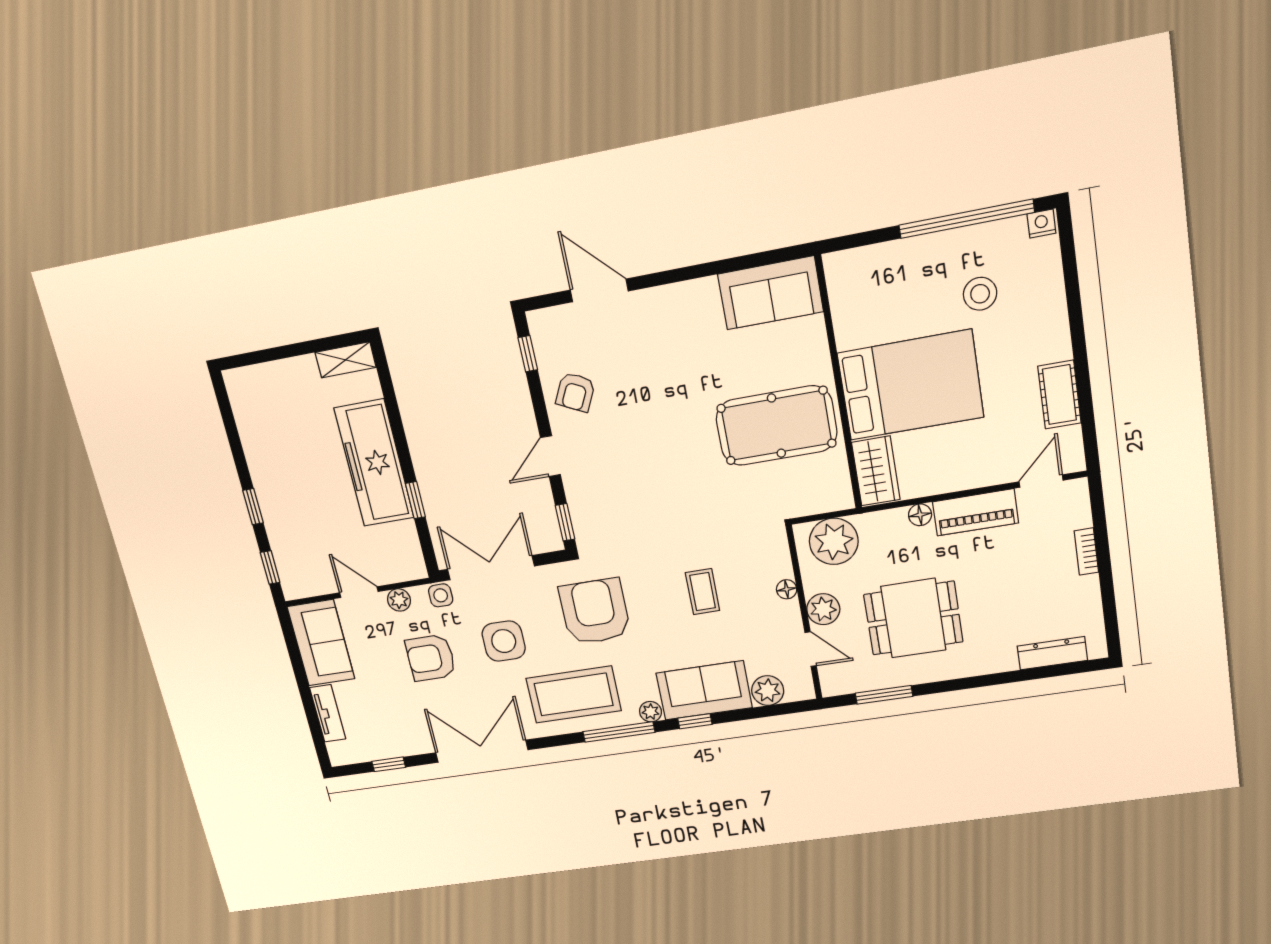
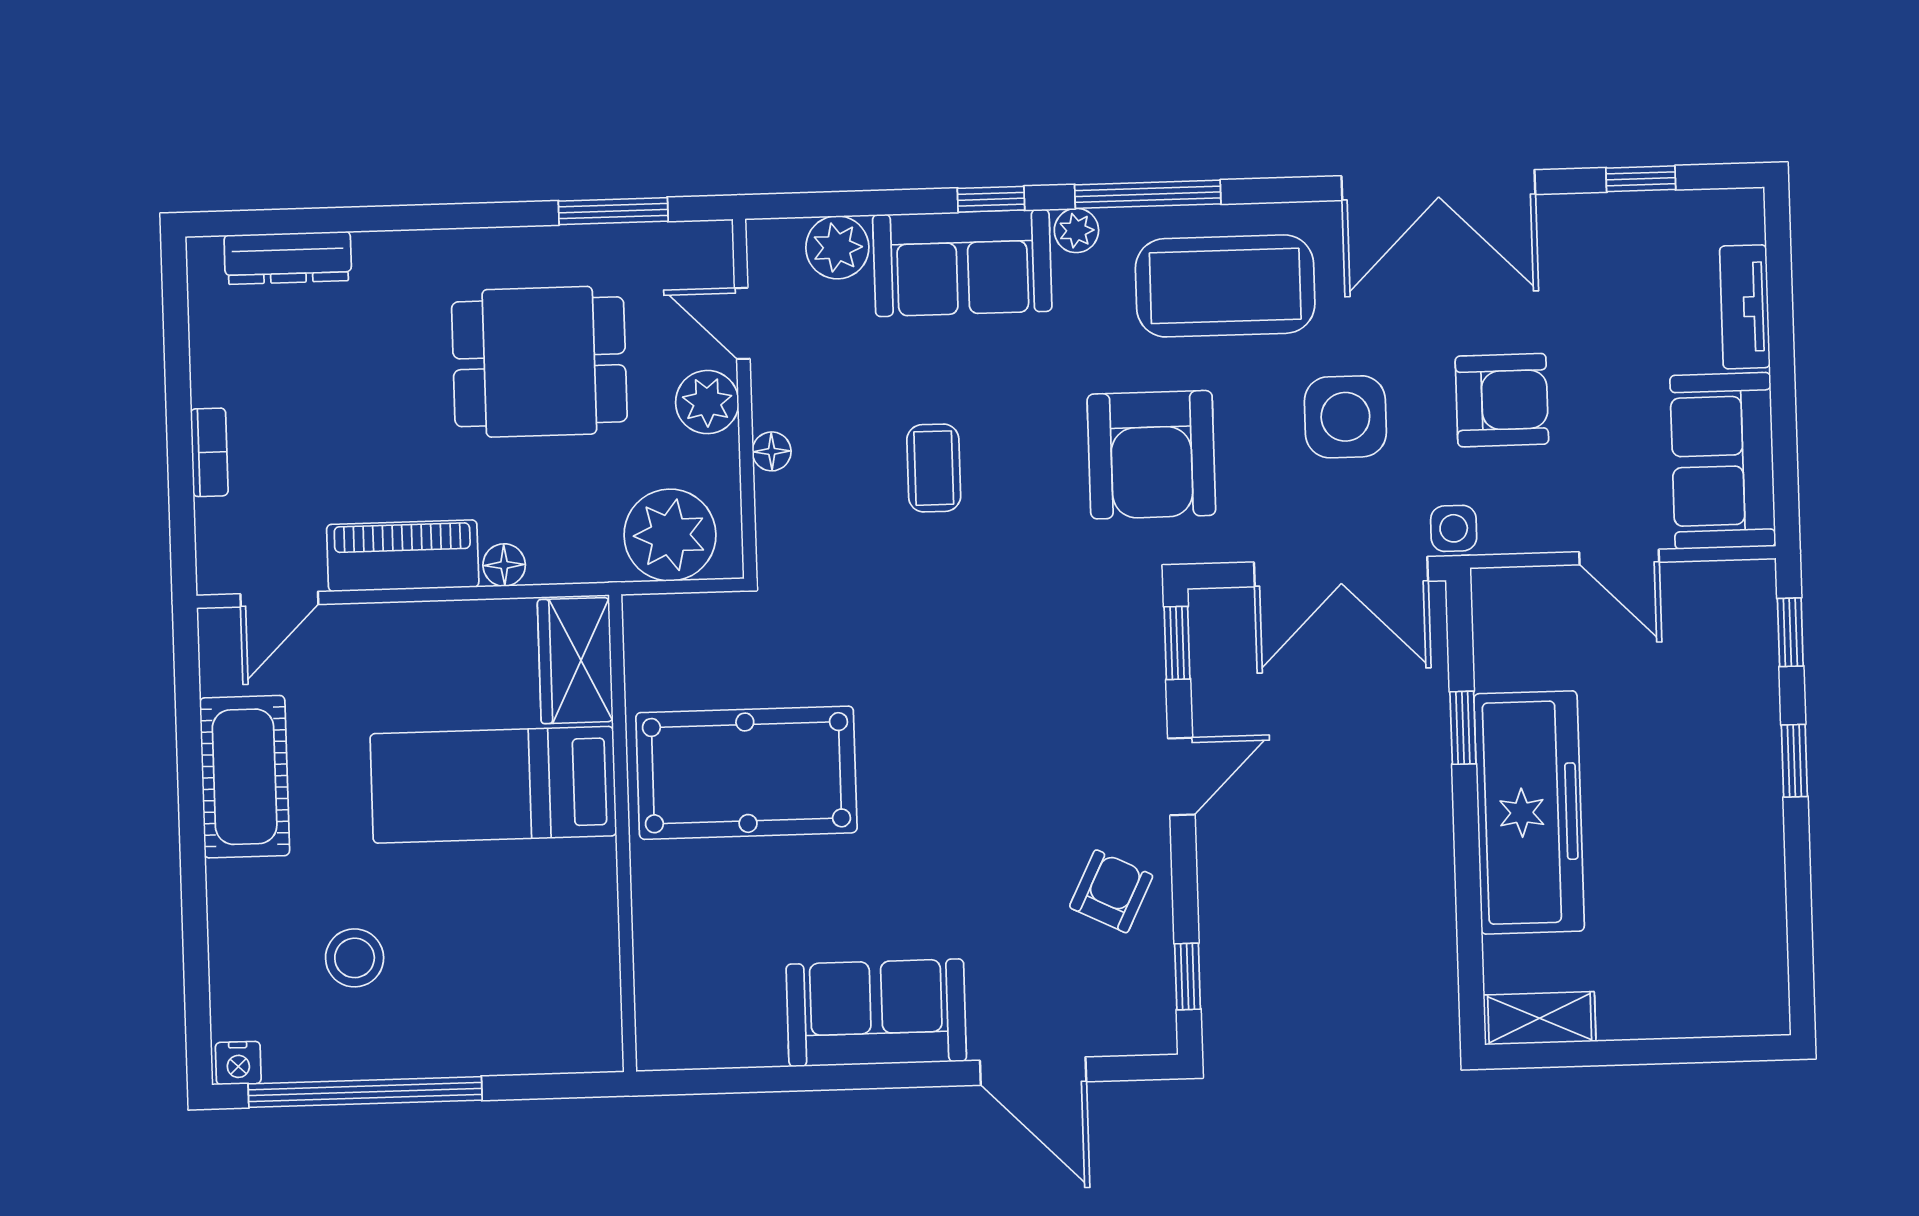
sofa: (770, 293) -> (876, 1013), moved
bed: (910, 385) -> (493, 785), width x0.67
cot: (1059, 395) -> (245, 777), width x1.37, depth x1.34
plant: (399, 600) -> (1540, 530), removed

